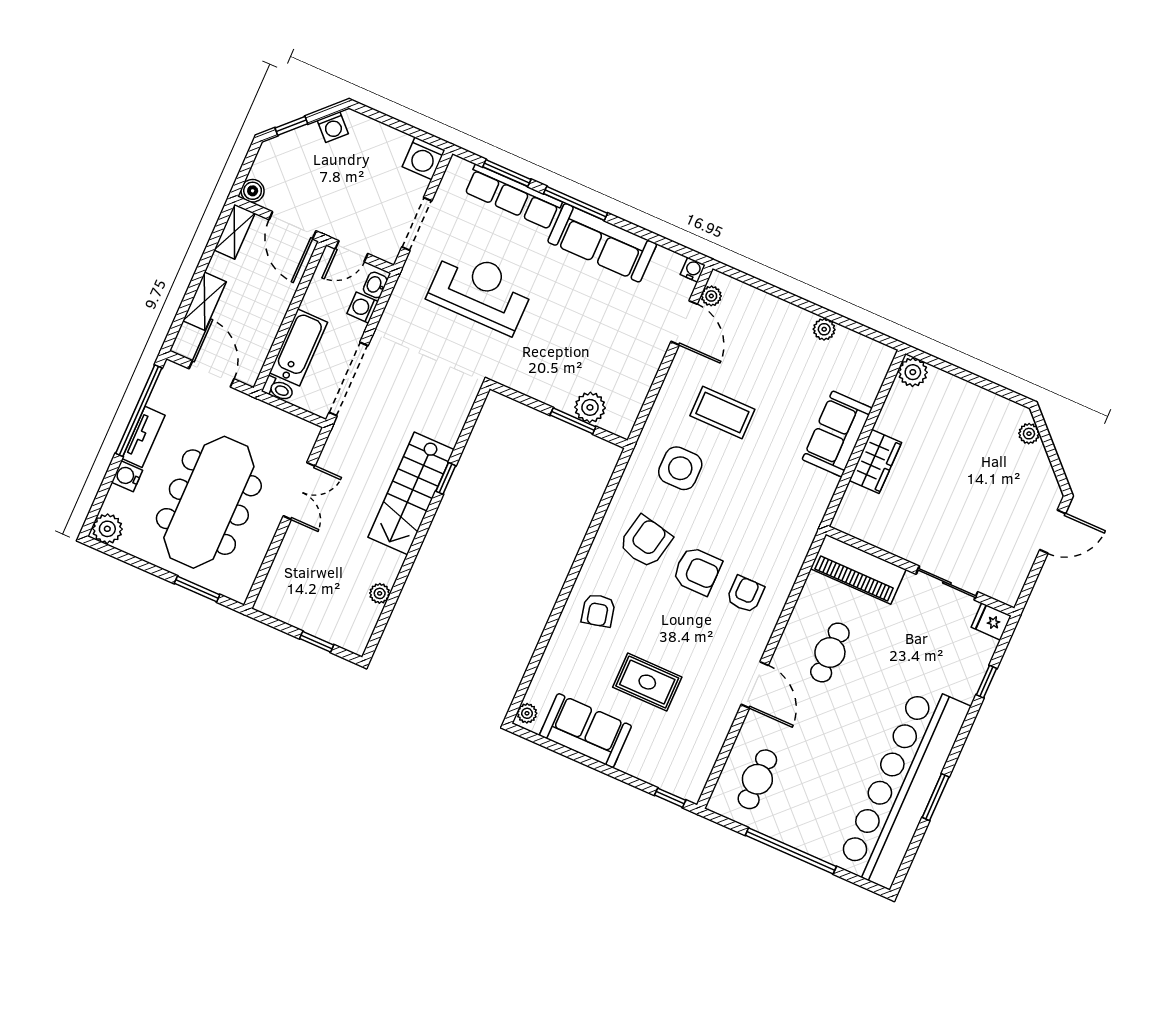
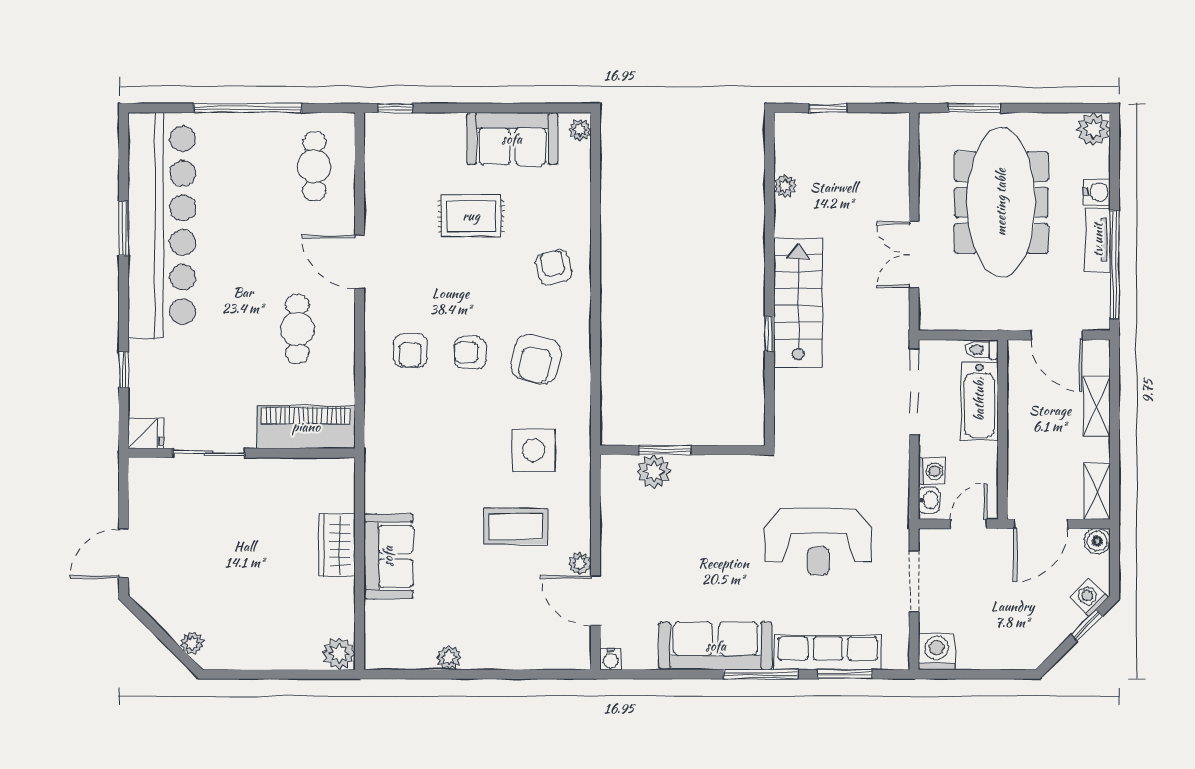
washing machine: (333, 127) -> (1089, 598), moved
door: (292, 225) -> (1041, 524), swing flipped
plant: (711, 296) -> (580, 564), moved
armchair: (697, 571) -> (470, 353), width x0.72, depth x0.72

